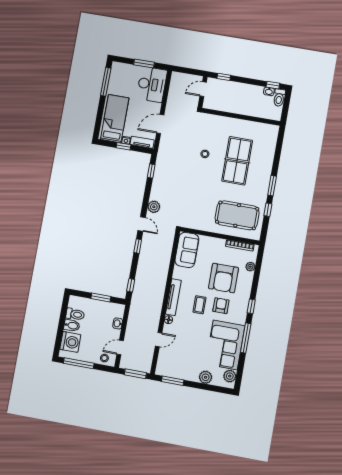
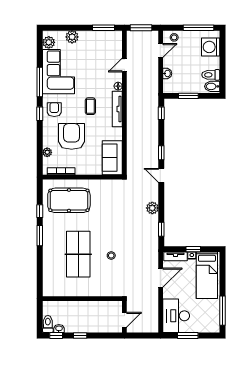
window: (224, 77) -> (80, 335), moved
plant: (154, 207) -> (152, 208), moved
armchair: (221, 306) -> (54, 110), moved, turned 180
bidet: (72, 325) -> (212, 86), moved

